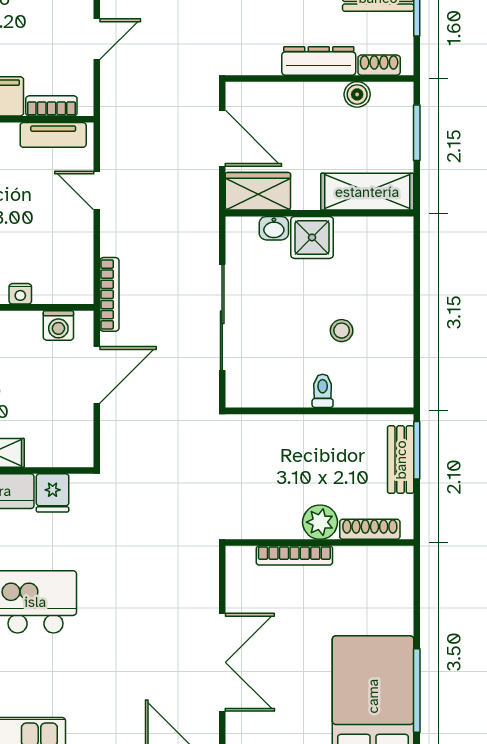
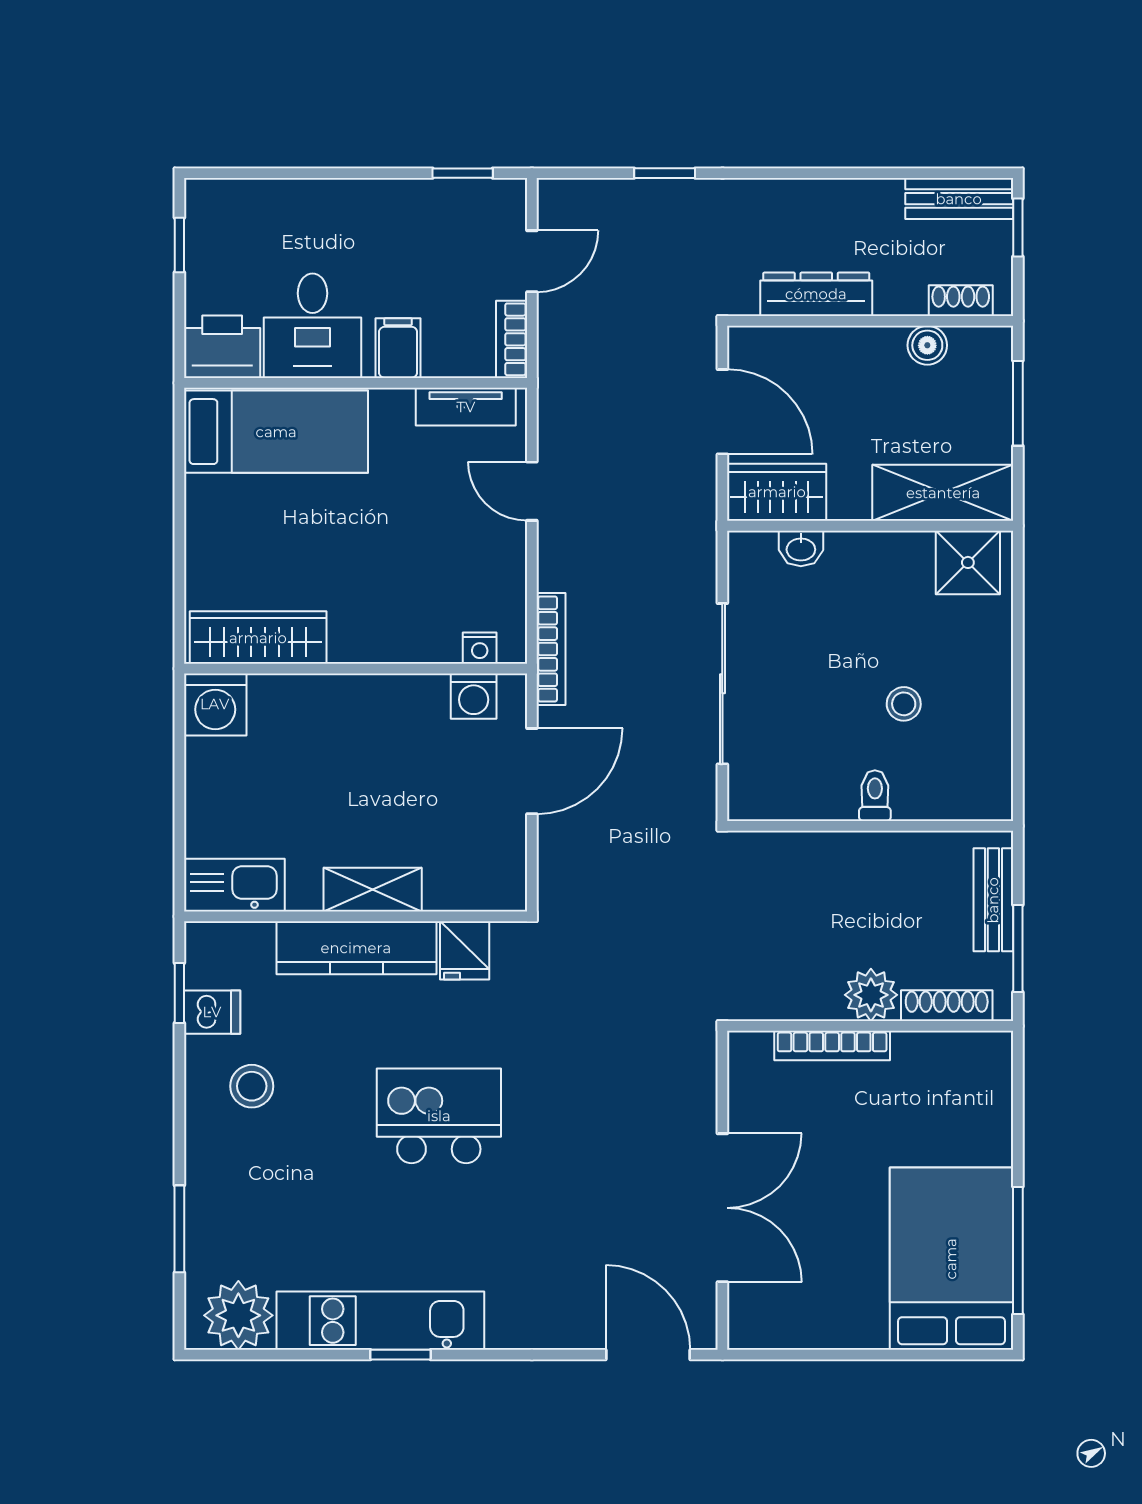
dresser: (319, 61) -> (816, 294), moved
bookcase: (51, 106) -> (512, 339), moved, turned -90
shower: (312, 237) -> (968, 562), moved
nightstand: (20, 294) -> (480, 648), moved
window: (417, 450) -> (1018, 948), moved

